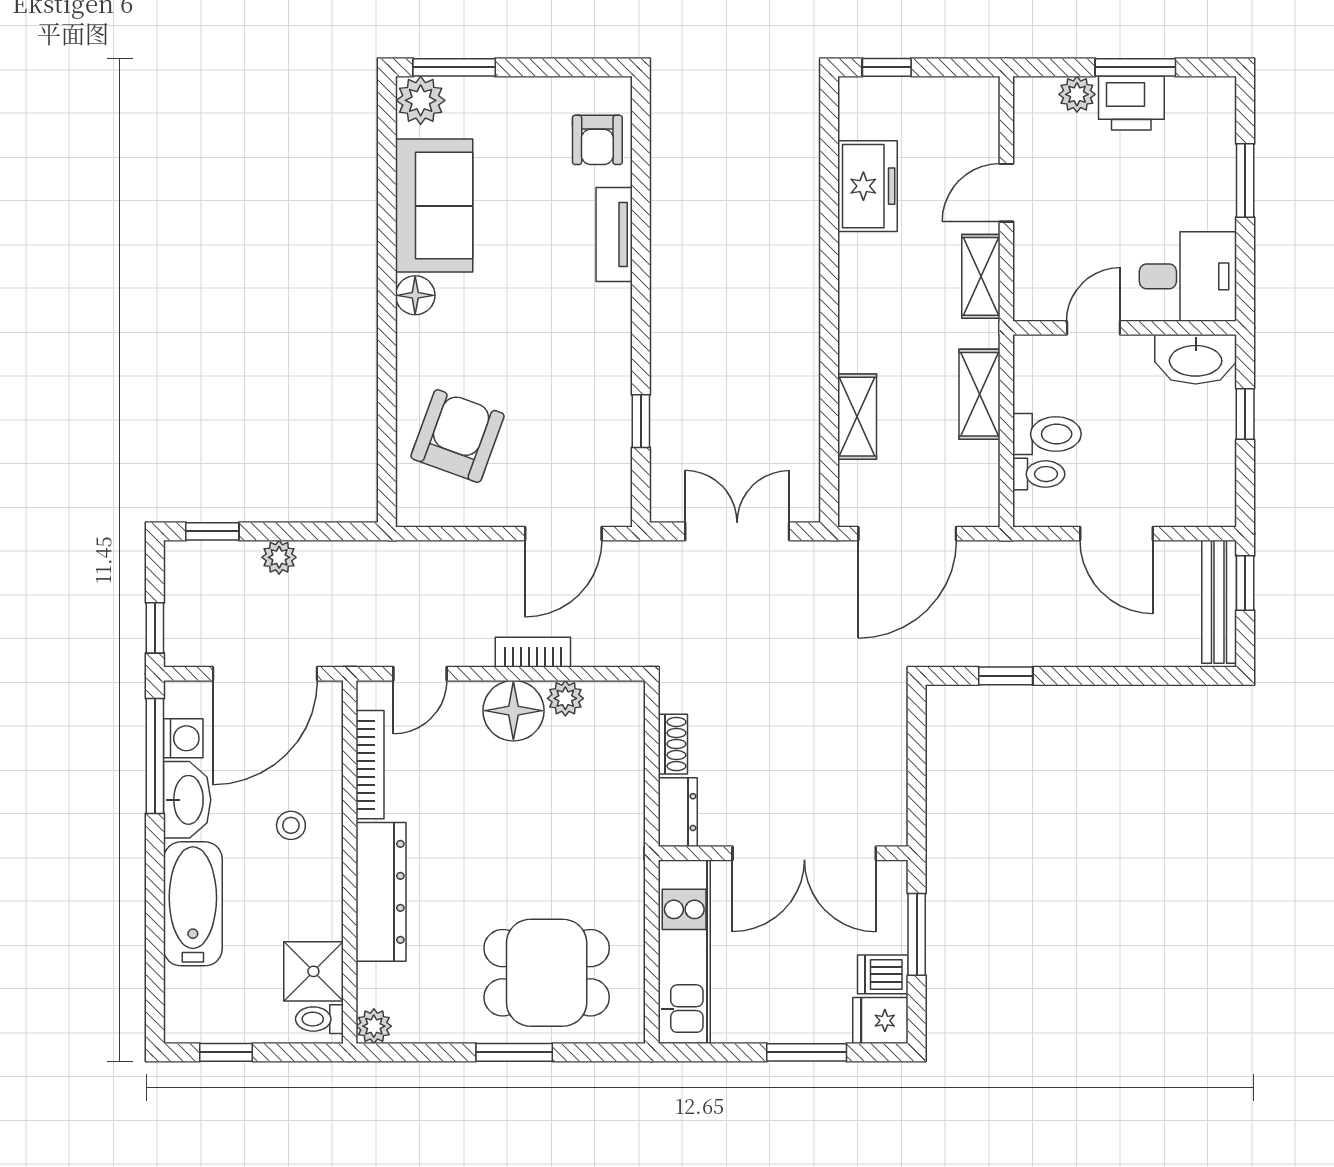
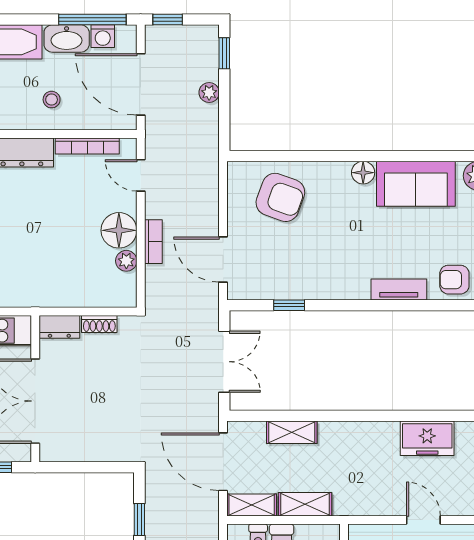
shelving: (981, 276) -> (252, 505), moved

